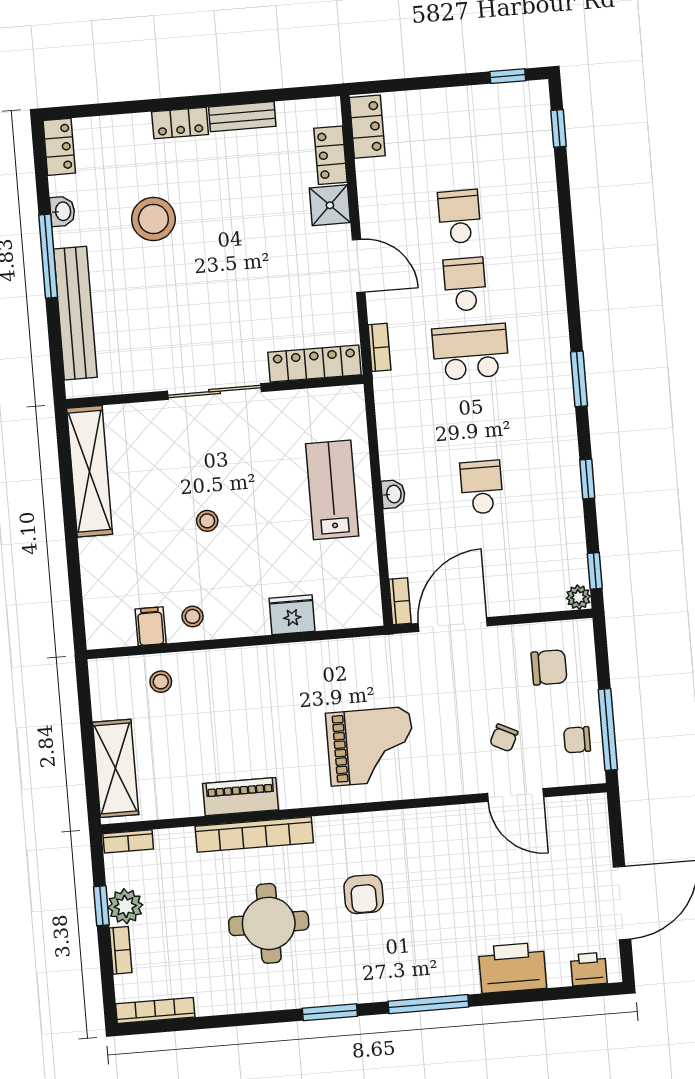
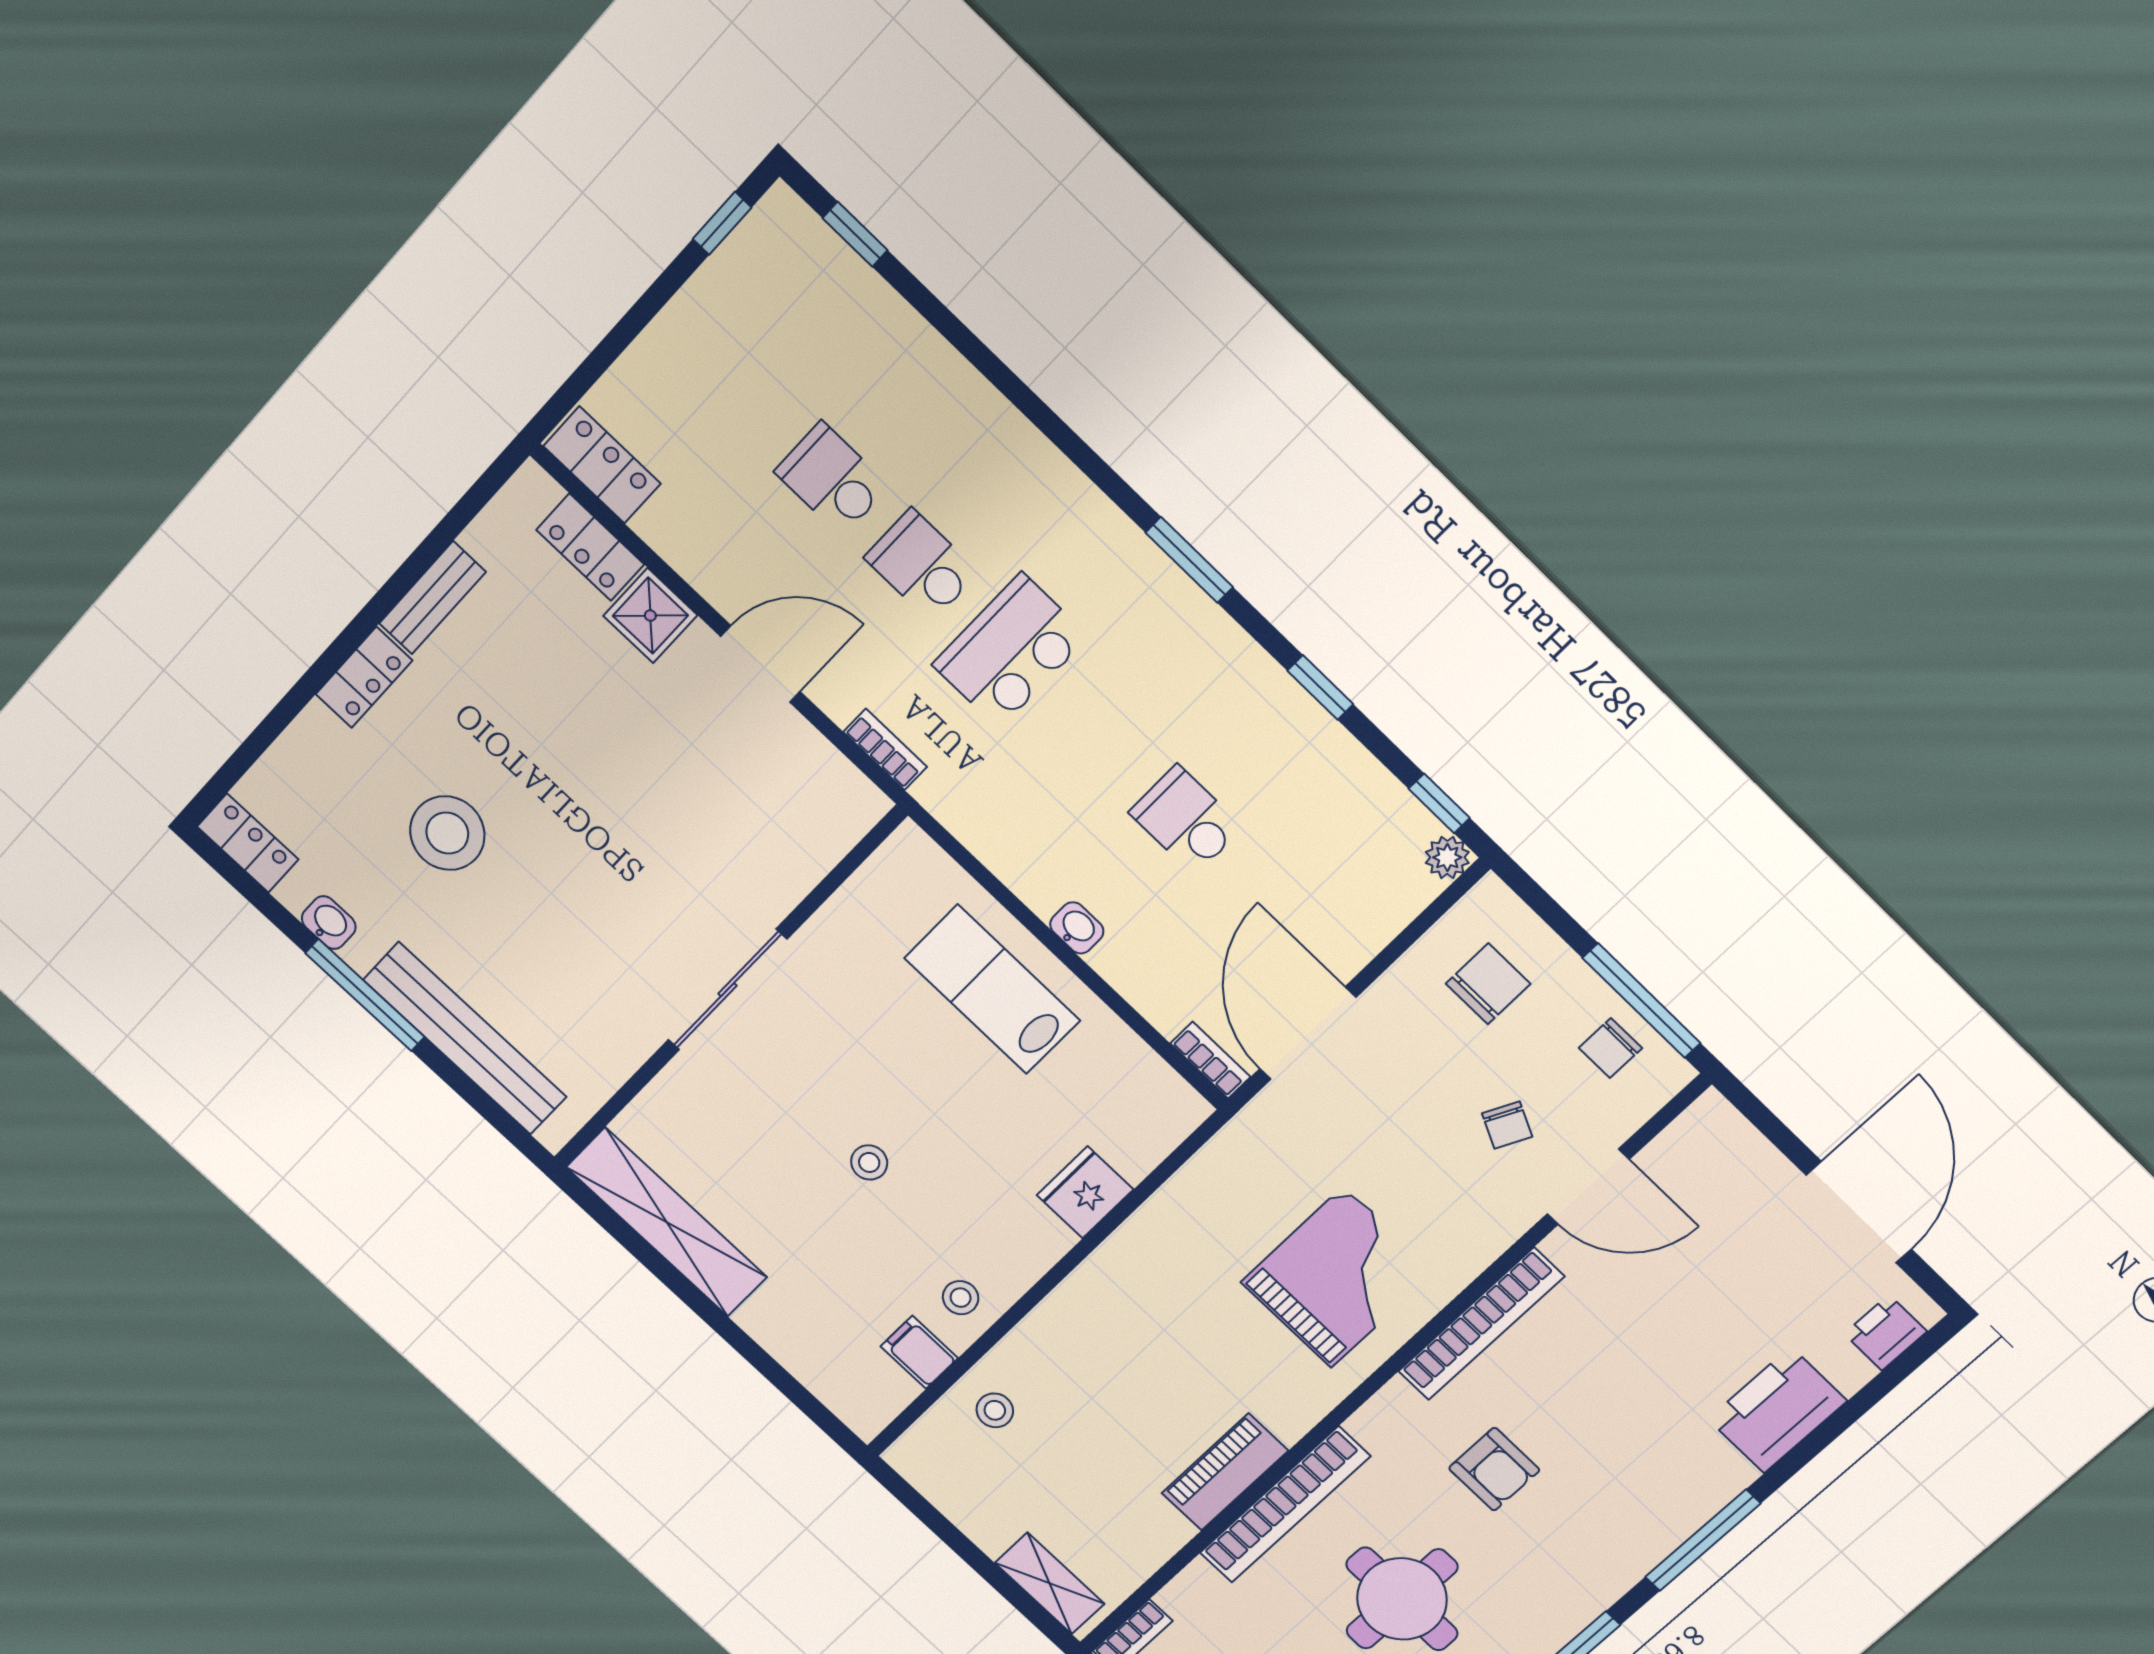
locker: (314, 364) -> (821, 844), removed
shelving: (116, 768) -> (1050, 1583), width x0.67, depth x0.75
bookcase: (415, 820) -> (1481, 1324), added

